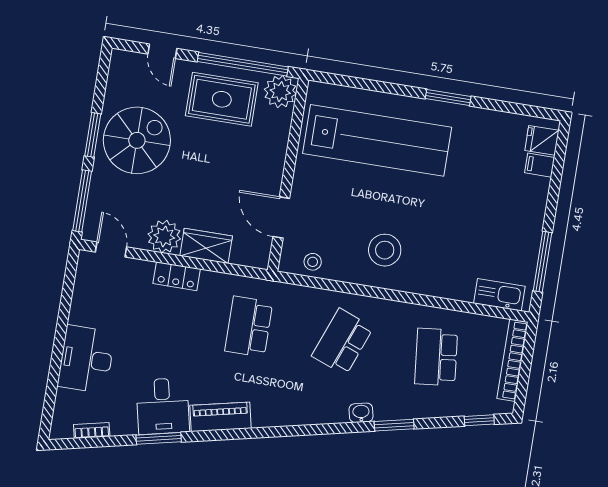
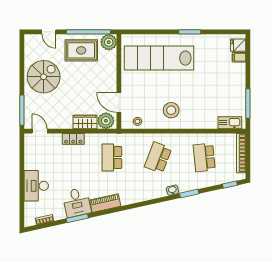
window: (93, 135) -> (22, 78), removed
lab bench: (377, 140) -> (159, 58), turned 180
plant: (164, 236) -> (106, 121), moved

